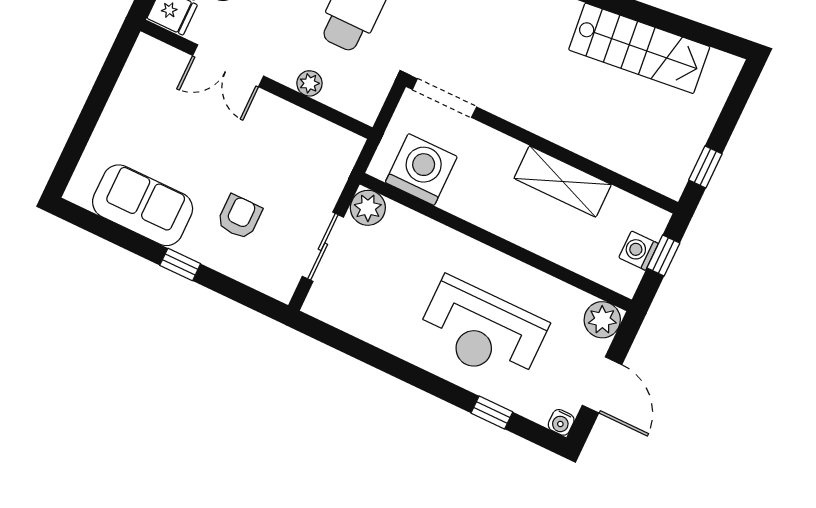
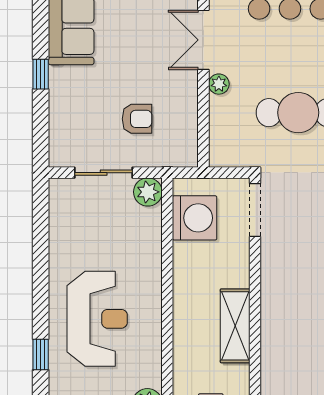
plant: (309, 83) -> (219, 84), moved
armchair: (239, 217) -> (137, 119), moved
reception desk: (482, 331) -> (97, 319), turned 180

